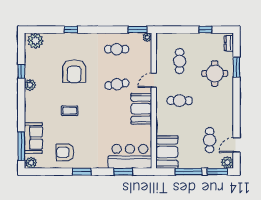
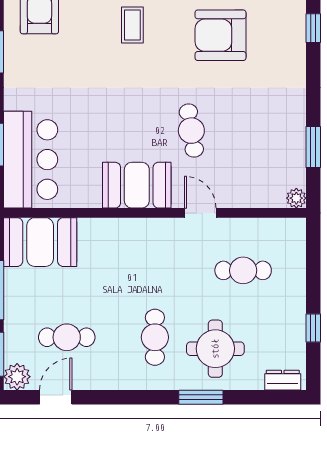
window: (138, 30) -> (313, 147), moved
cafe table: (117, 49) -> (270, 130), removed
window: (236, 67) -> (201, 397), moved
cafe table: (180, 101) -> (155, 337), moved
door: (236, 145) -> (56, 397), hinge flipped

